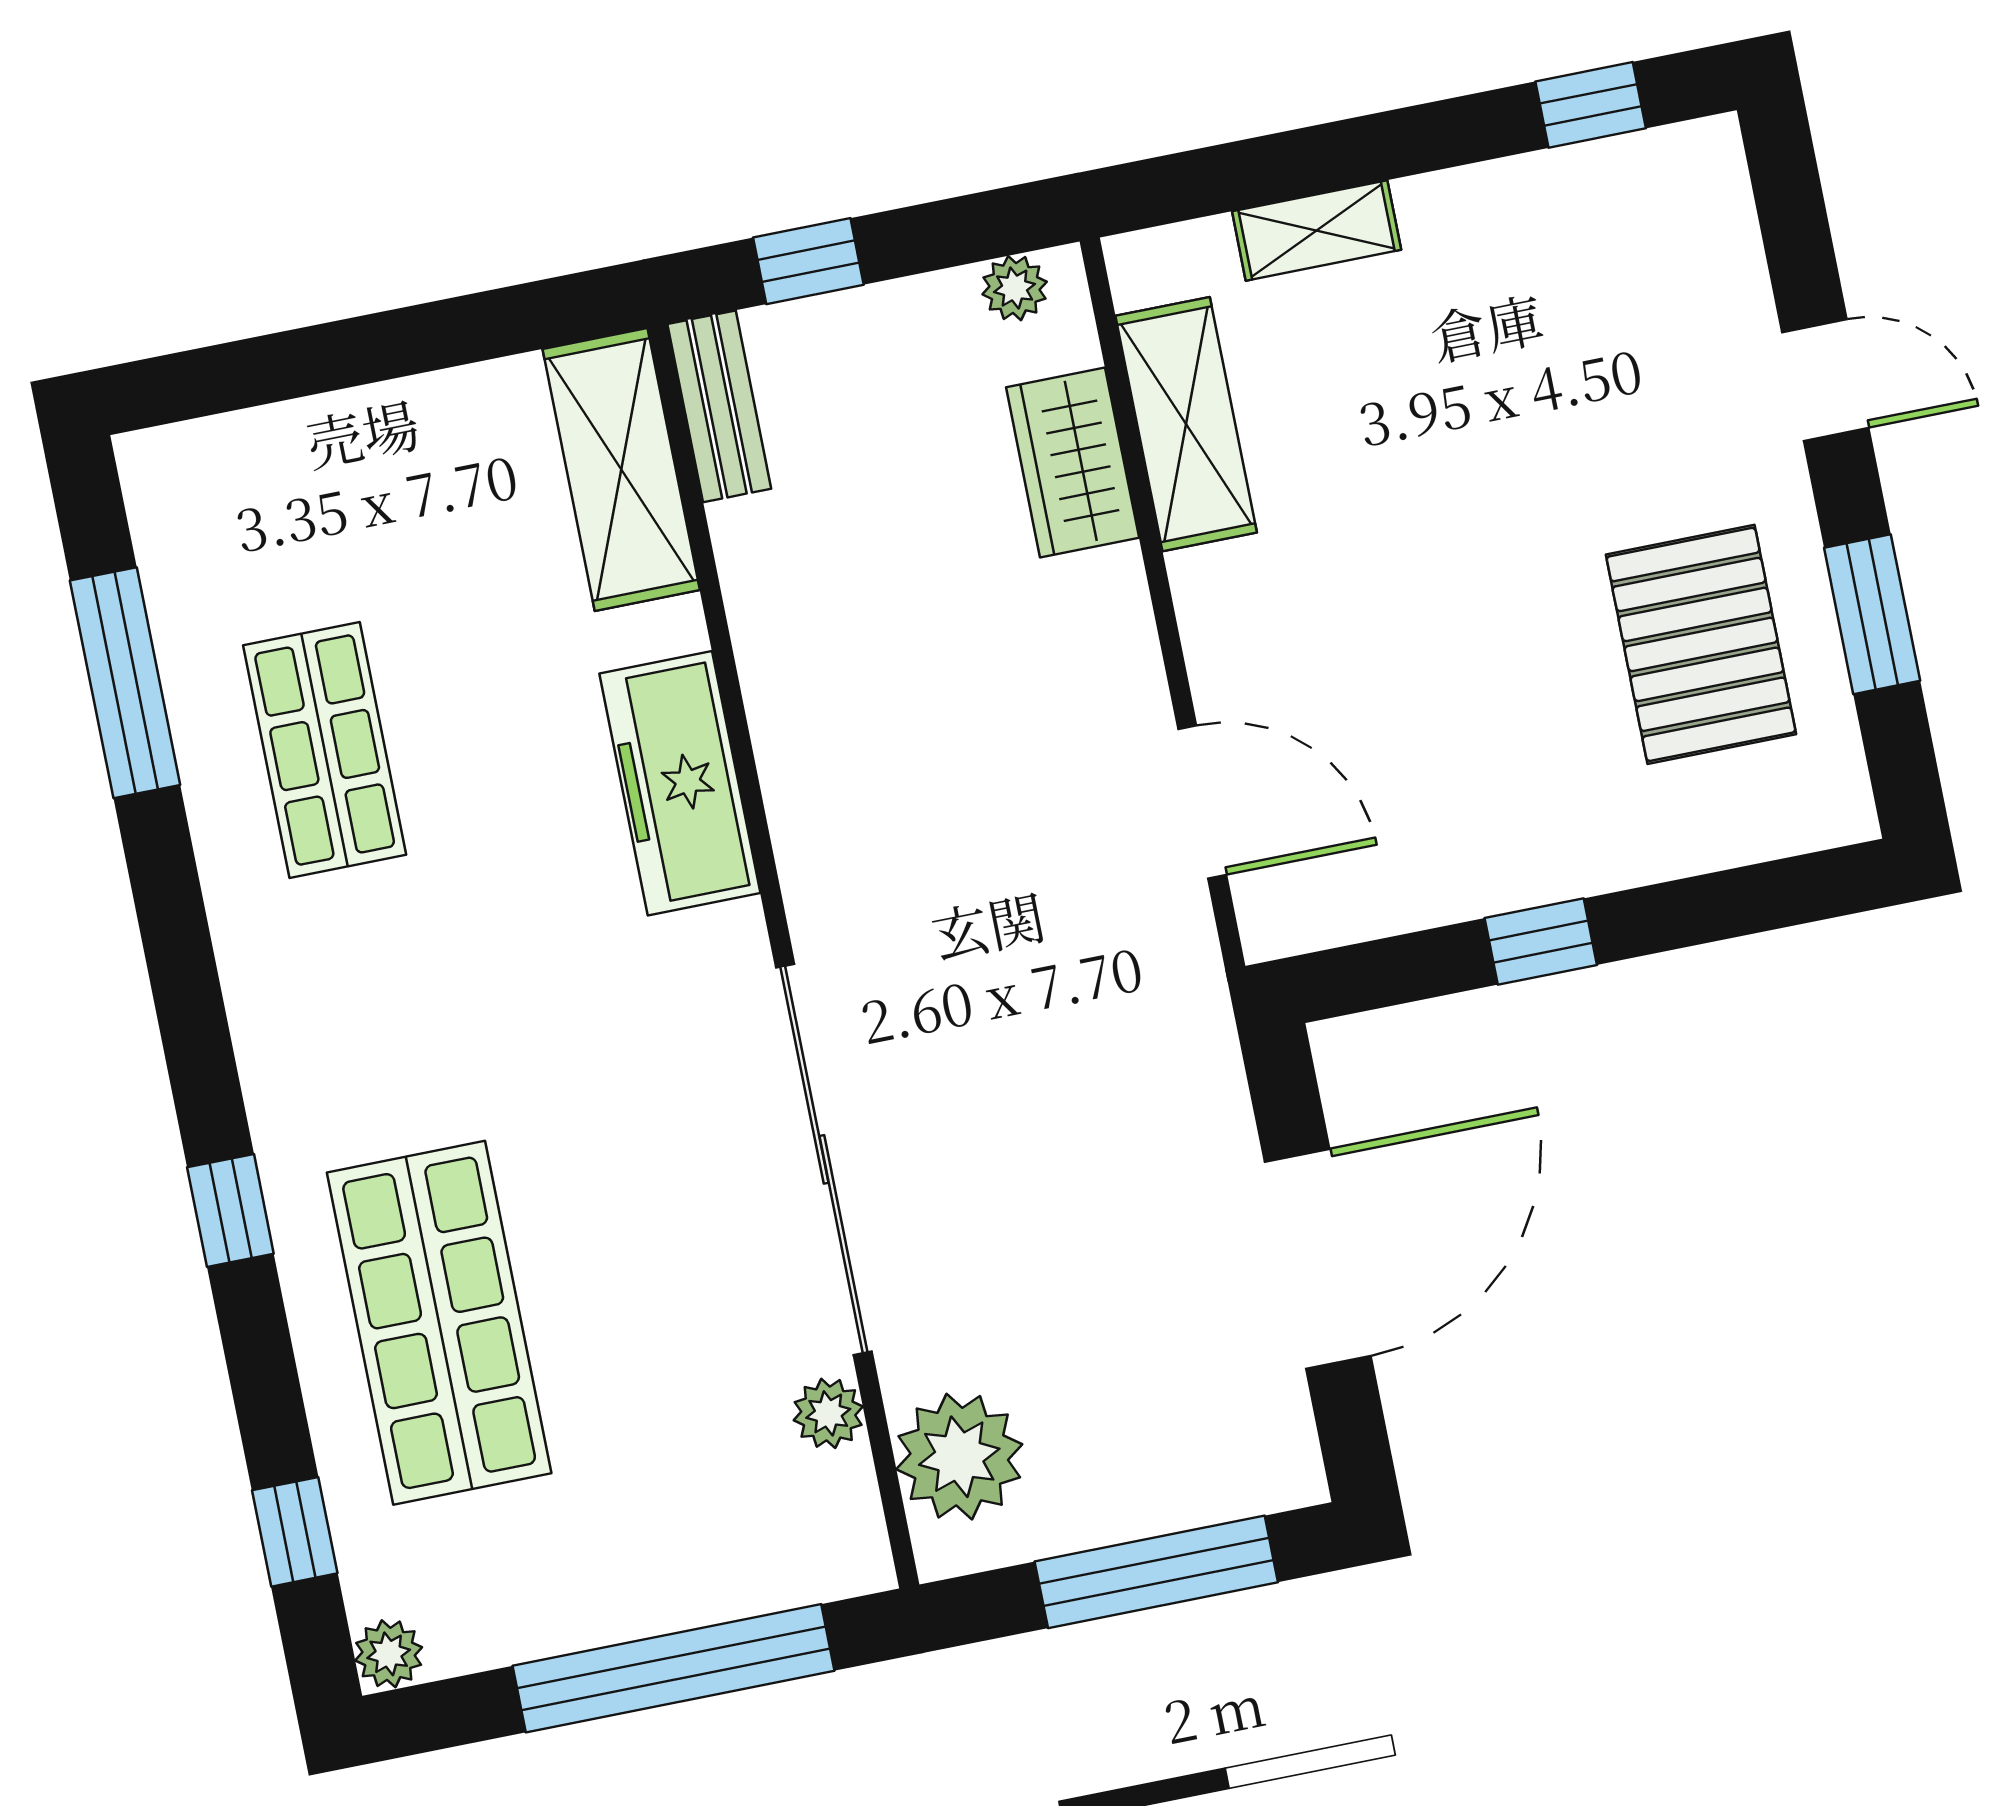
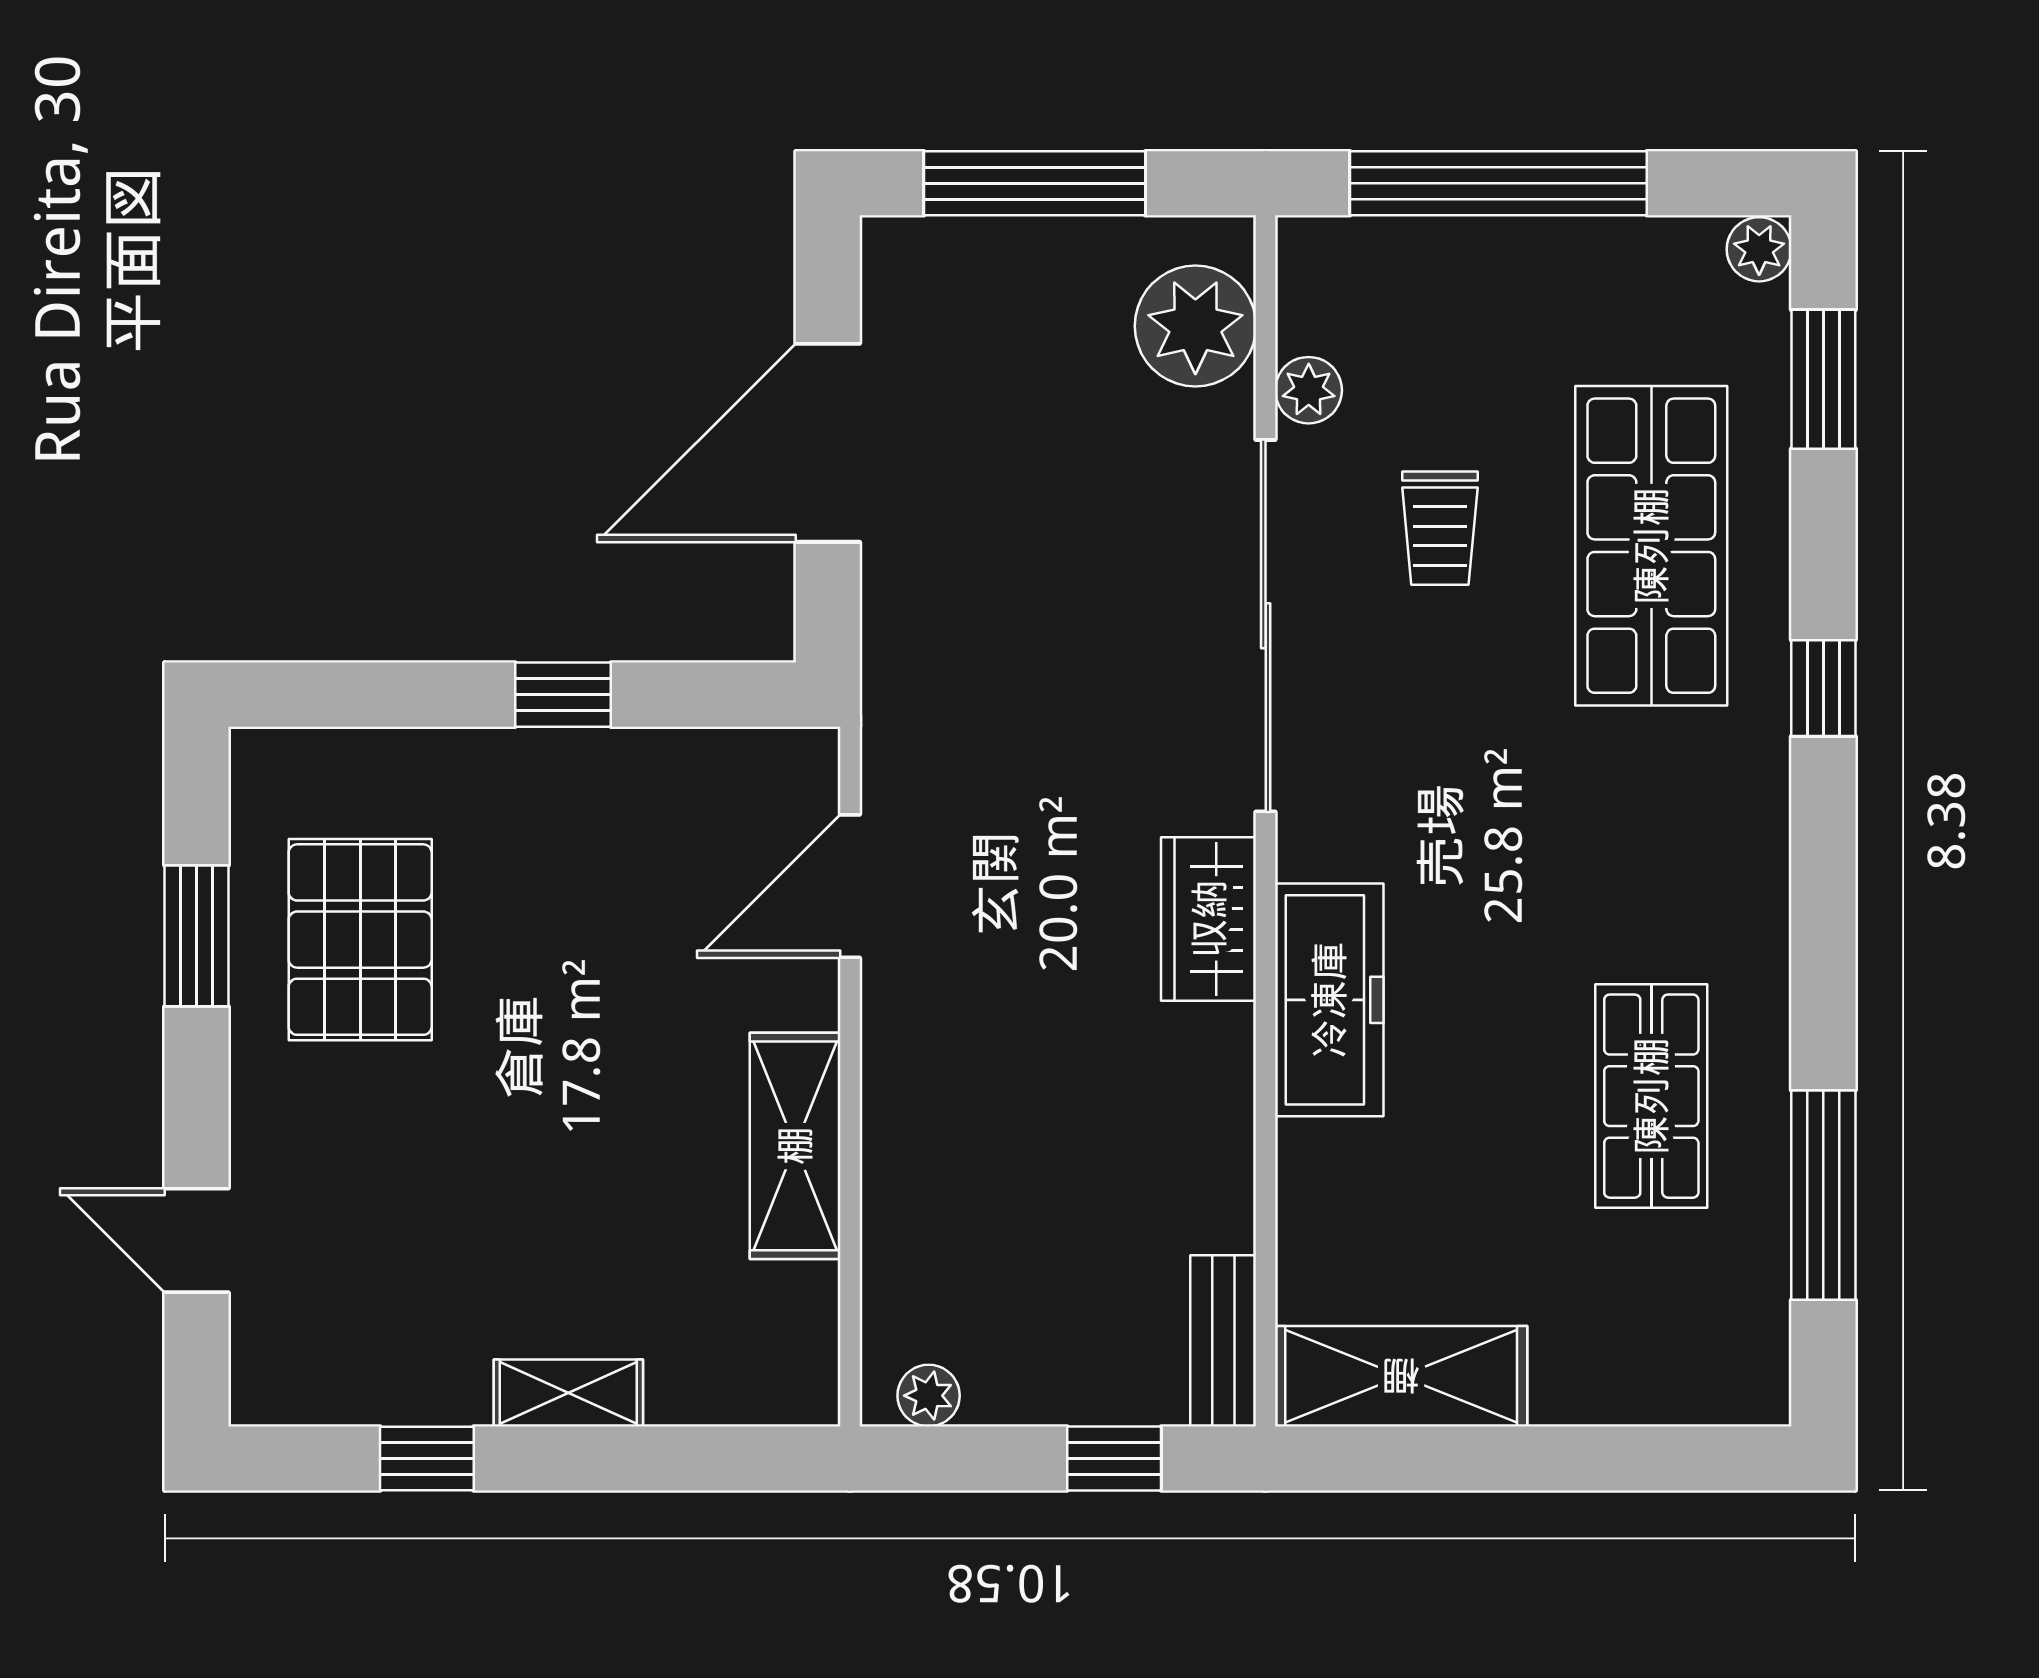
window: (1591, 105) -> (427, 1459), moved
shelving: (1317, 230) -> (568, 1393), moved
door: (1825, 380) -> (196, 1240), moved
shelving: (1186, 424) -> (795, 1146), moved
wardrobe: (1073, 462) -> (1209, 919), moved, turned 180
shelving: (621, 469) -> (1401, 1376), moved, turned 90
door: (1202, 802) -> (850, 886), hinge flipped
trolley: (663, 1297) -> (1440, 528), added
window: (295, 1532) -> (1823, 379), width x1.50

